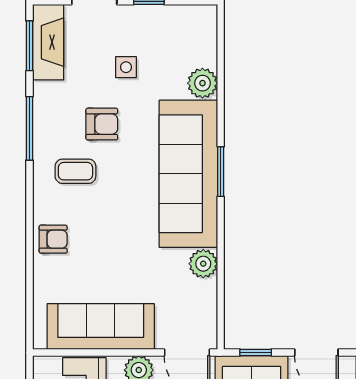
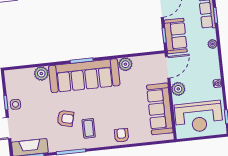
side table: (126, 67) -> (15, 104), moved
armchair: (102, 124) -> (65, 118), turned 104

